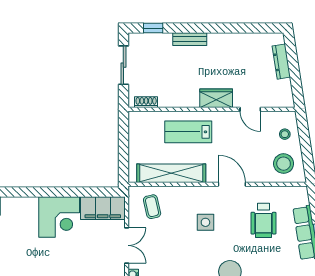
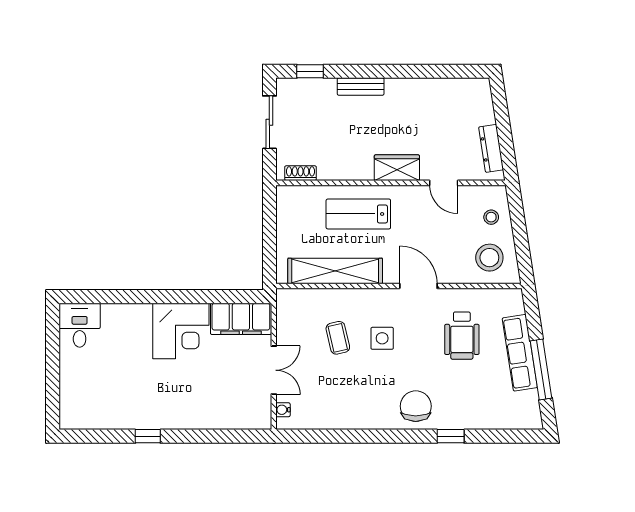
dresser: (281, 62) -> (491, 148), moved
coffee table: (152, 207) -> (338, 338), moved

